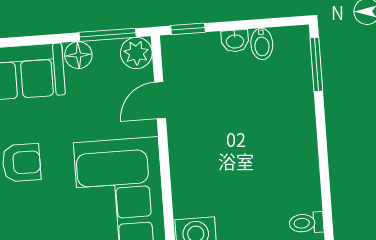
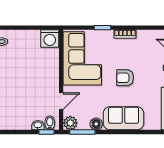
washbasin: (235, 41) -> (38, 125), moved
bidet: (262, 44) -> (50, 123), moved

